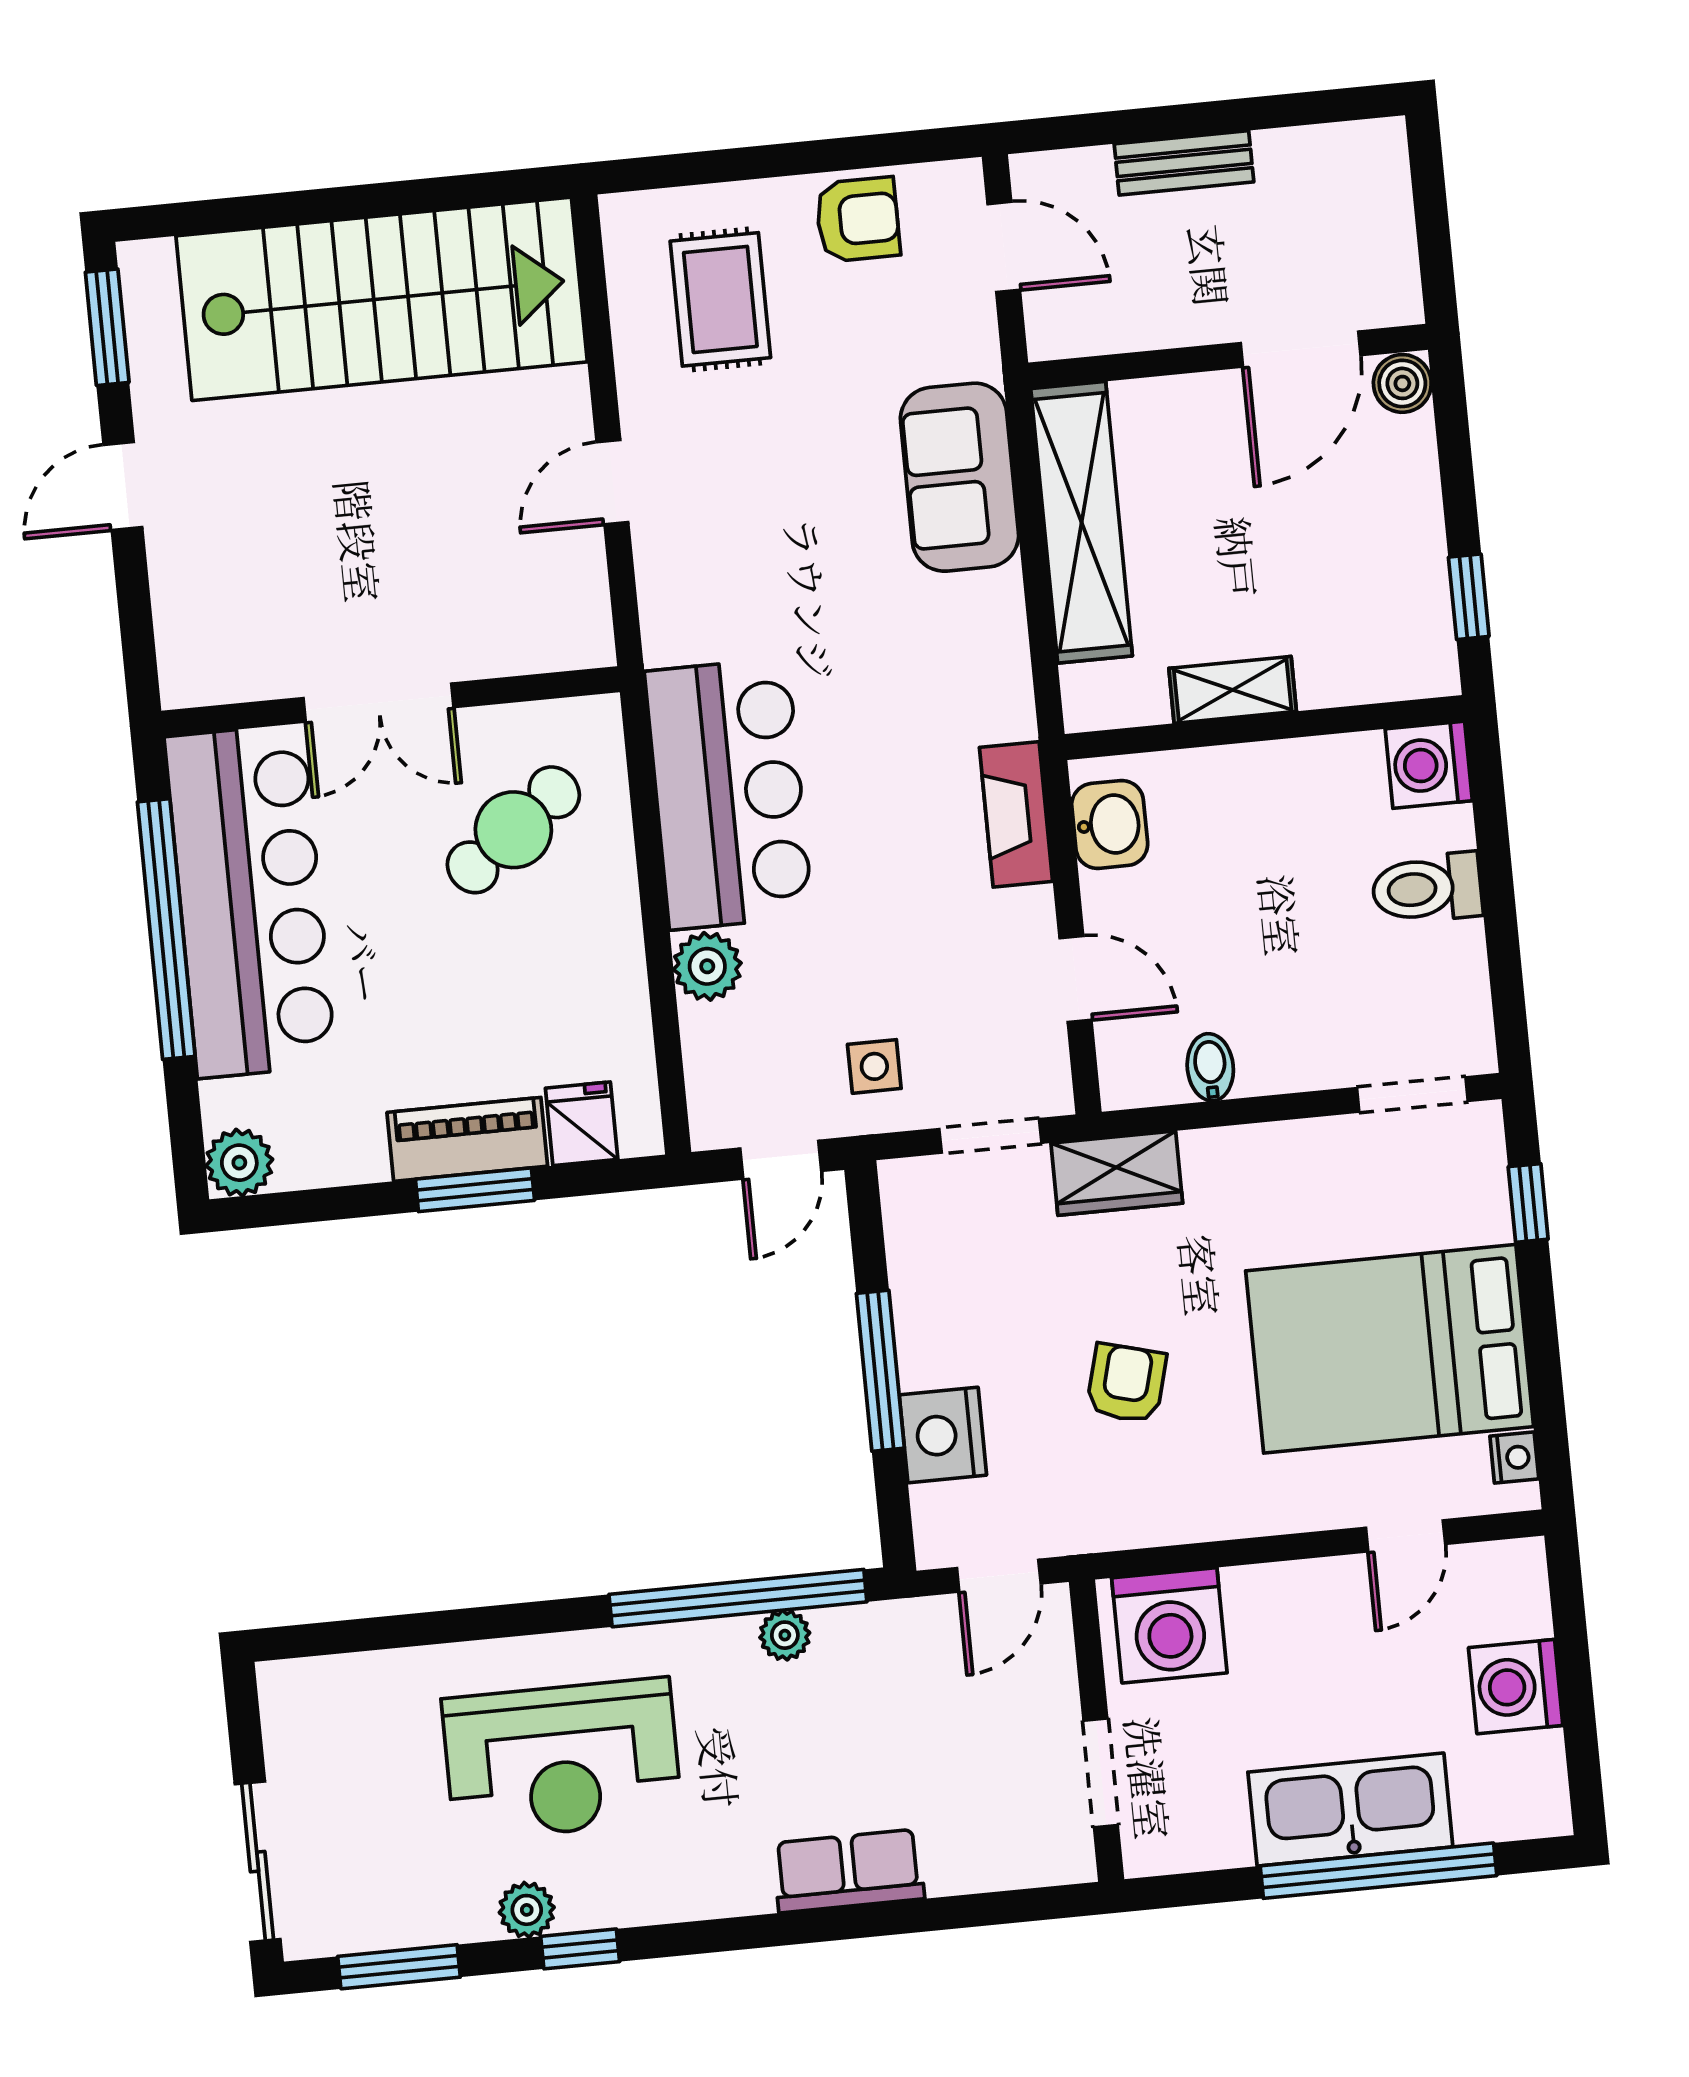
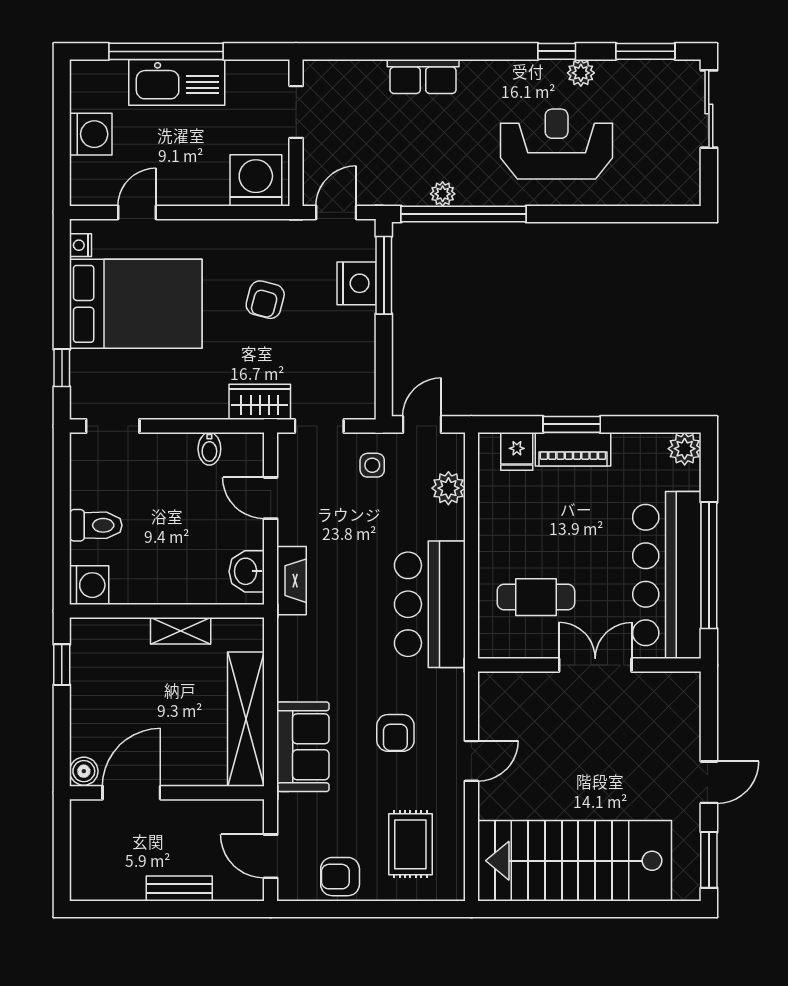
armchair: (773, 524) -> (395, 733), added
cafe table: (513, 830) -> (536, 597), turned 37
plant: (707, 966) -> (448, 488), moved
window: (880, 1371) -> (384, 275), moved

